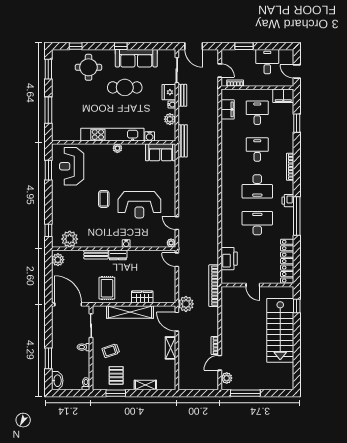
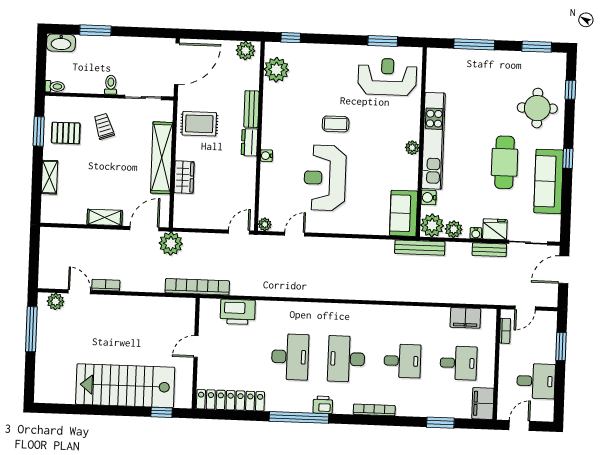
plant: (168, 133) -> (432, 225), added

